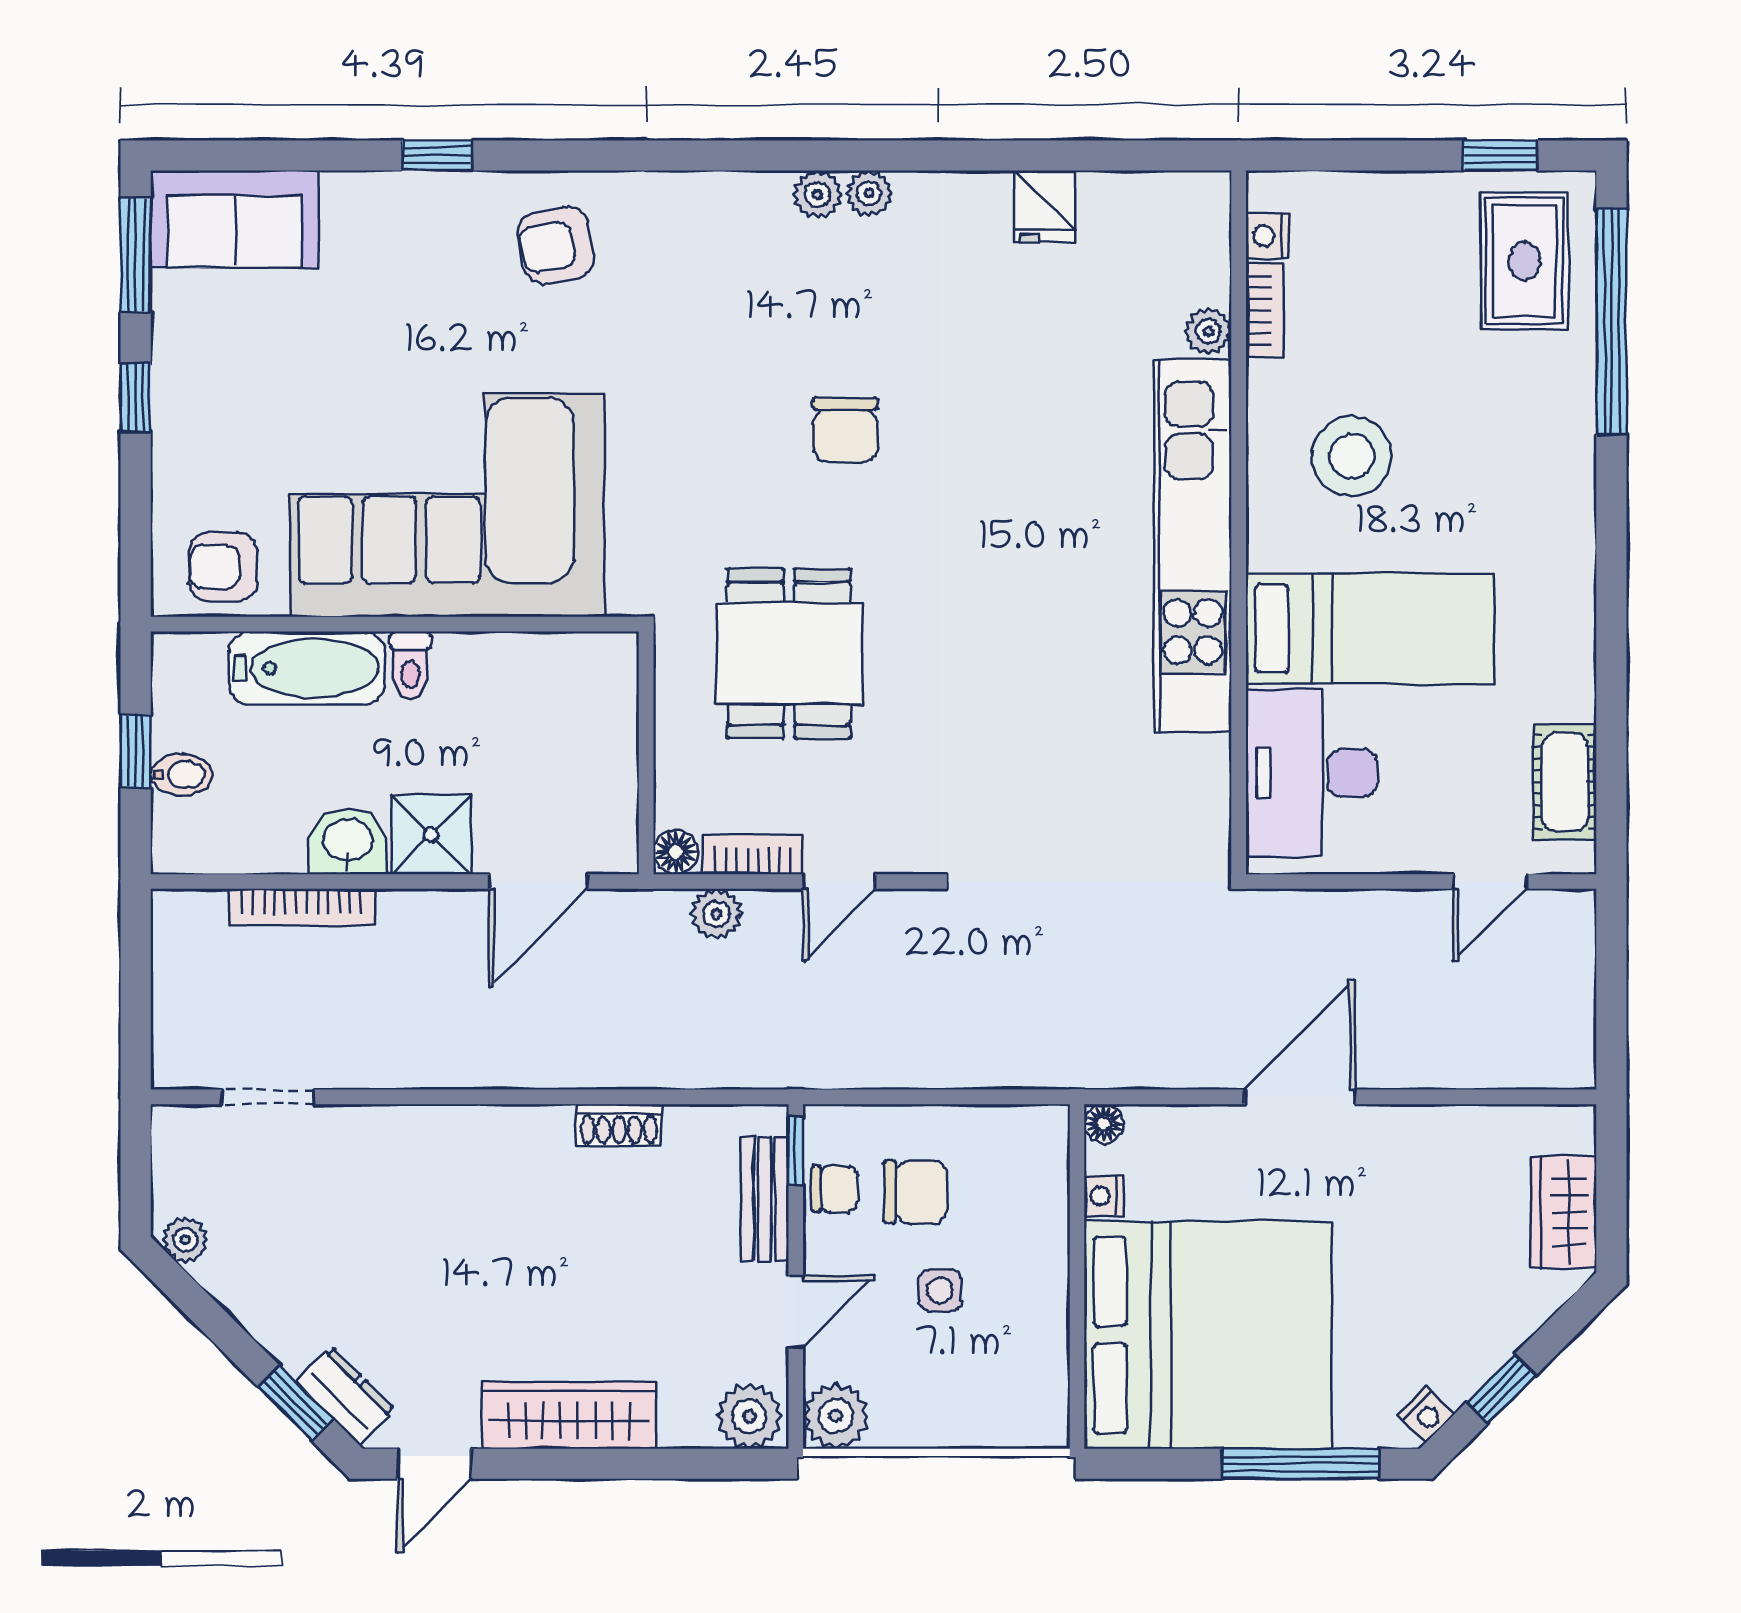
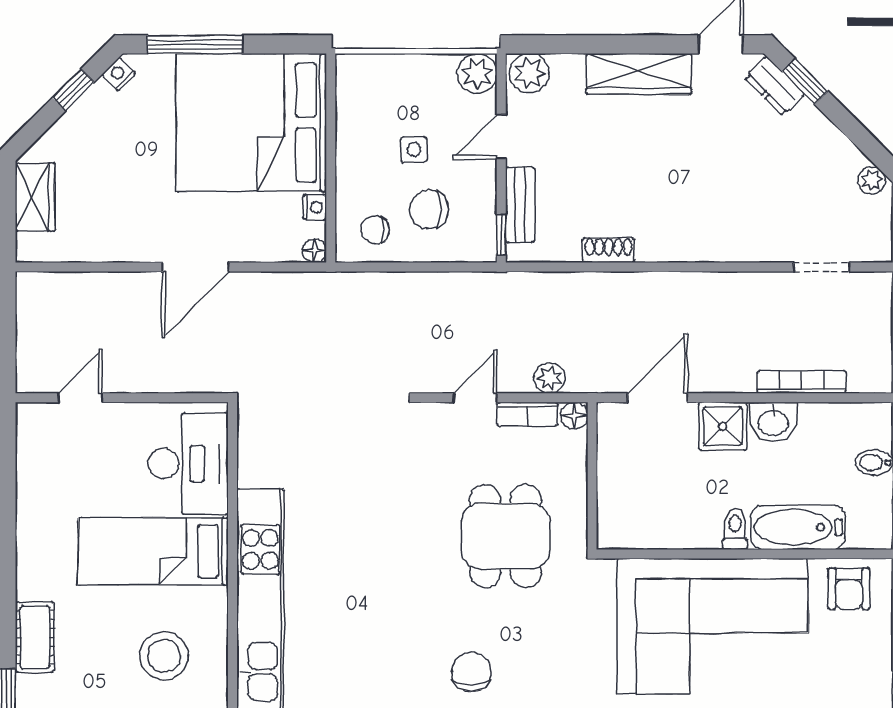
armchair: (223, 567) -> (849, 589), turned 90
cot: (1565, 782) -> (35, 637), moved
chair: (835, 1189) -> (375, 230), moved

